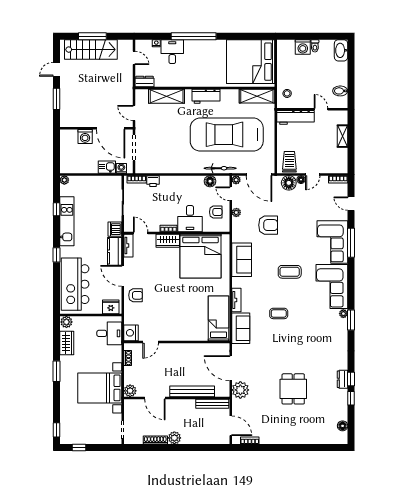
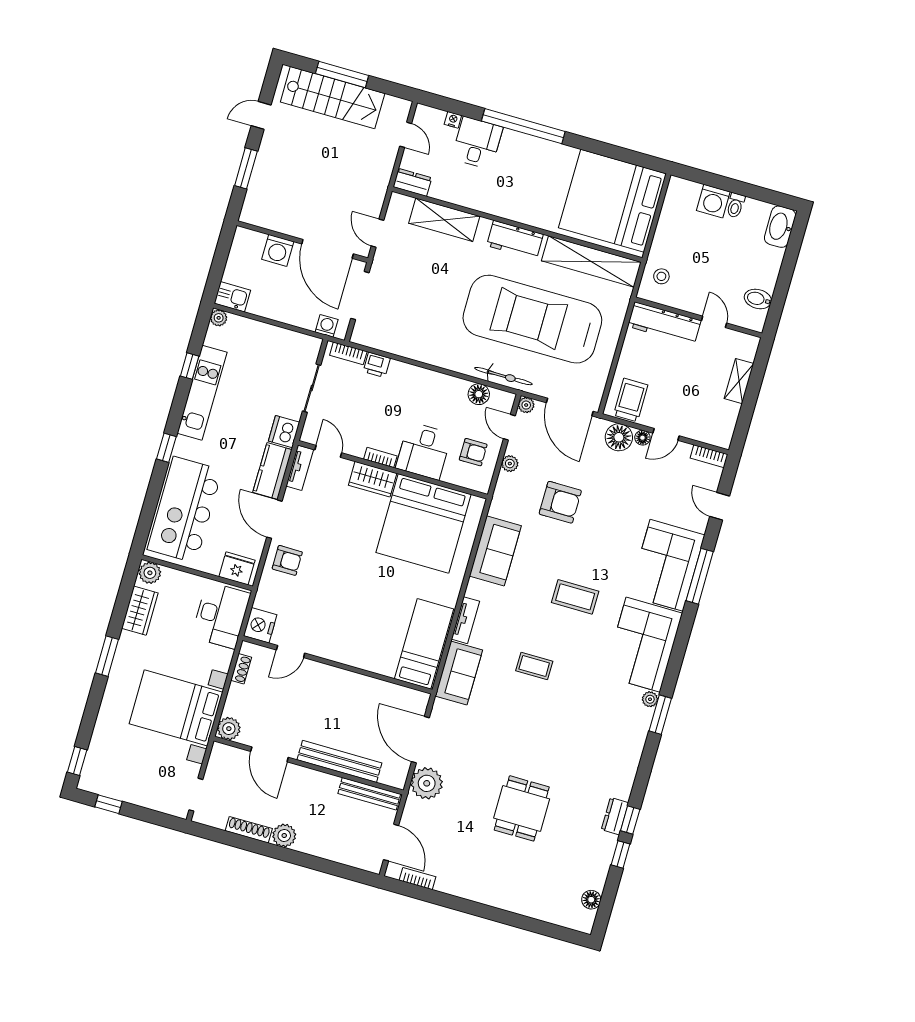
shelving: (257, 96) -> (591, 261), width x1.47
kitchen sink: (107, 167) -> (232, 297), moved
desk: (109, 333) -> (221, 615), width x1.37

